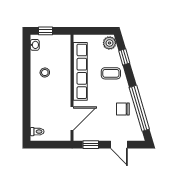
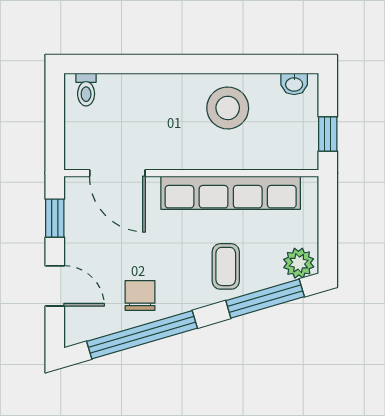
window: (46, 31) -> (328, 134), moved
window: (124, 57) -> (265, 299), width x2.17
stool: (45, 73) -> (228, 108), width x1.89, depth x1.89
door: (119, 145) -> (55, 286), swing flipped

